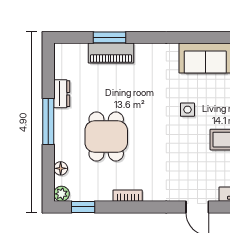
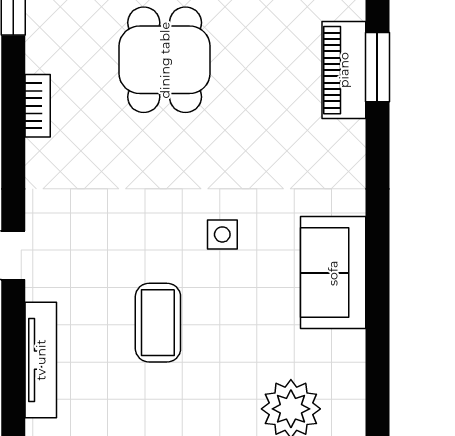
dining table: (106, 136) -> (165, 60), turned 90

